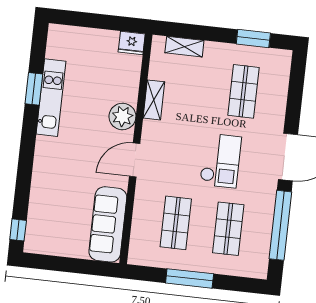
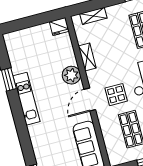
kitchen unit: (51, 98) -> (27, 99), moved
display table: (174, 167) -> (116, 95), added

